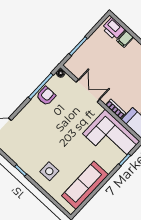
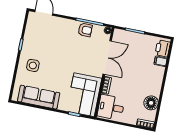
double door: (88, 91) -> (107, 58), width x1.37

